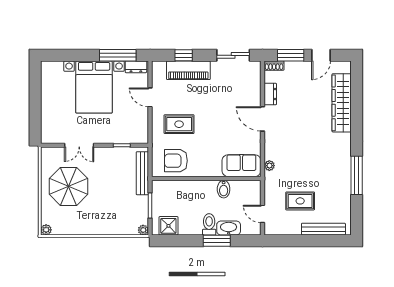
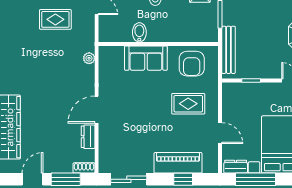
door: (263, 119) -> (97, 110), swing flipped
armchair: (176, 161) -> (192, 64), turned 90
sofa: (241, 166) -> (146, 58), moved

